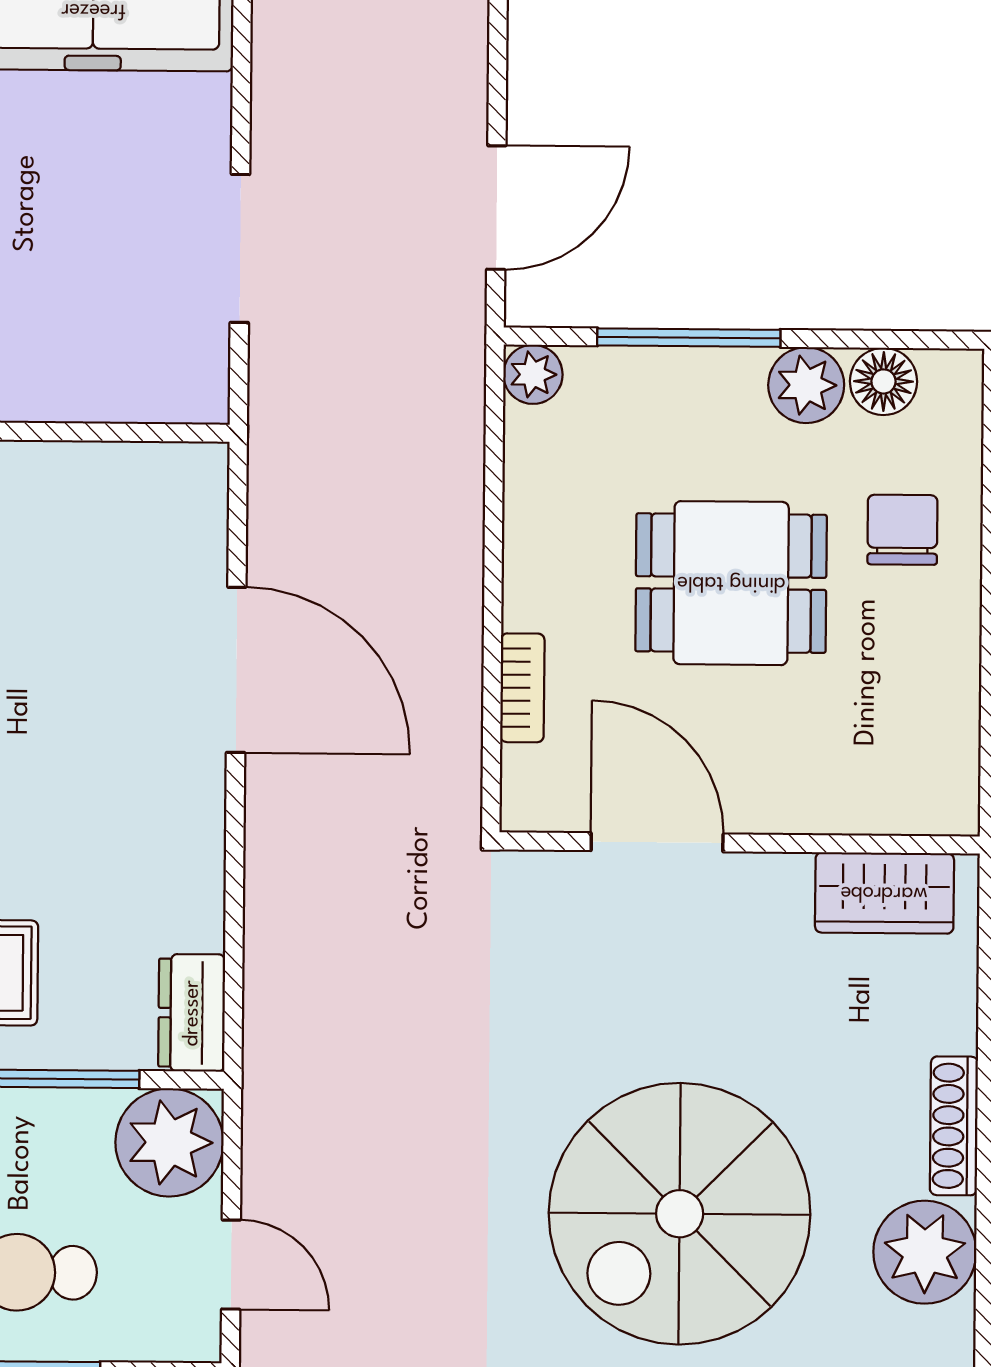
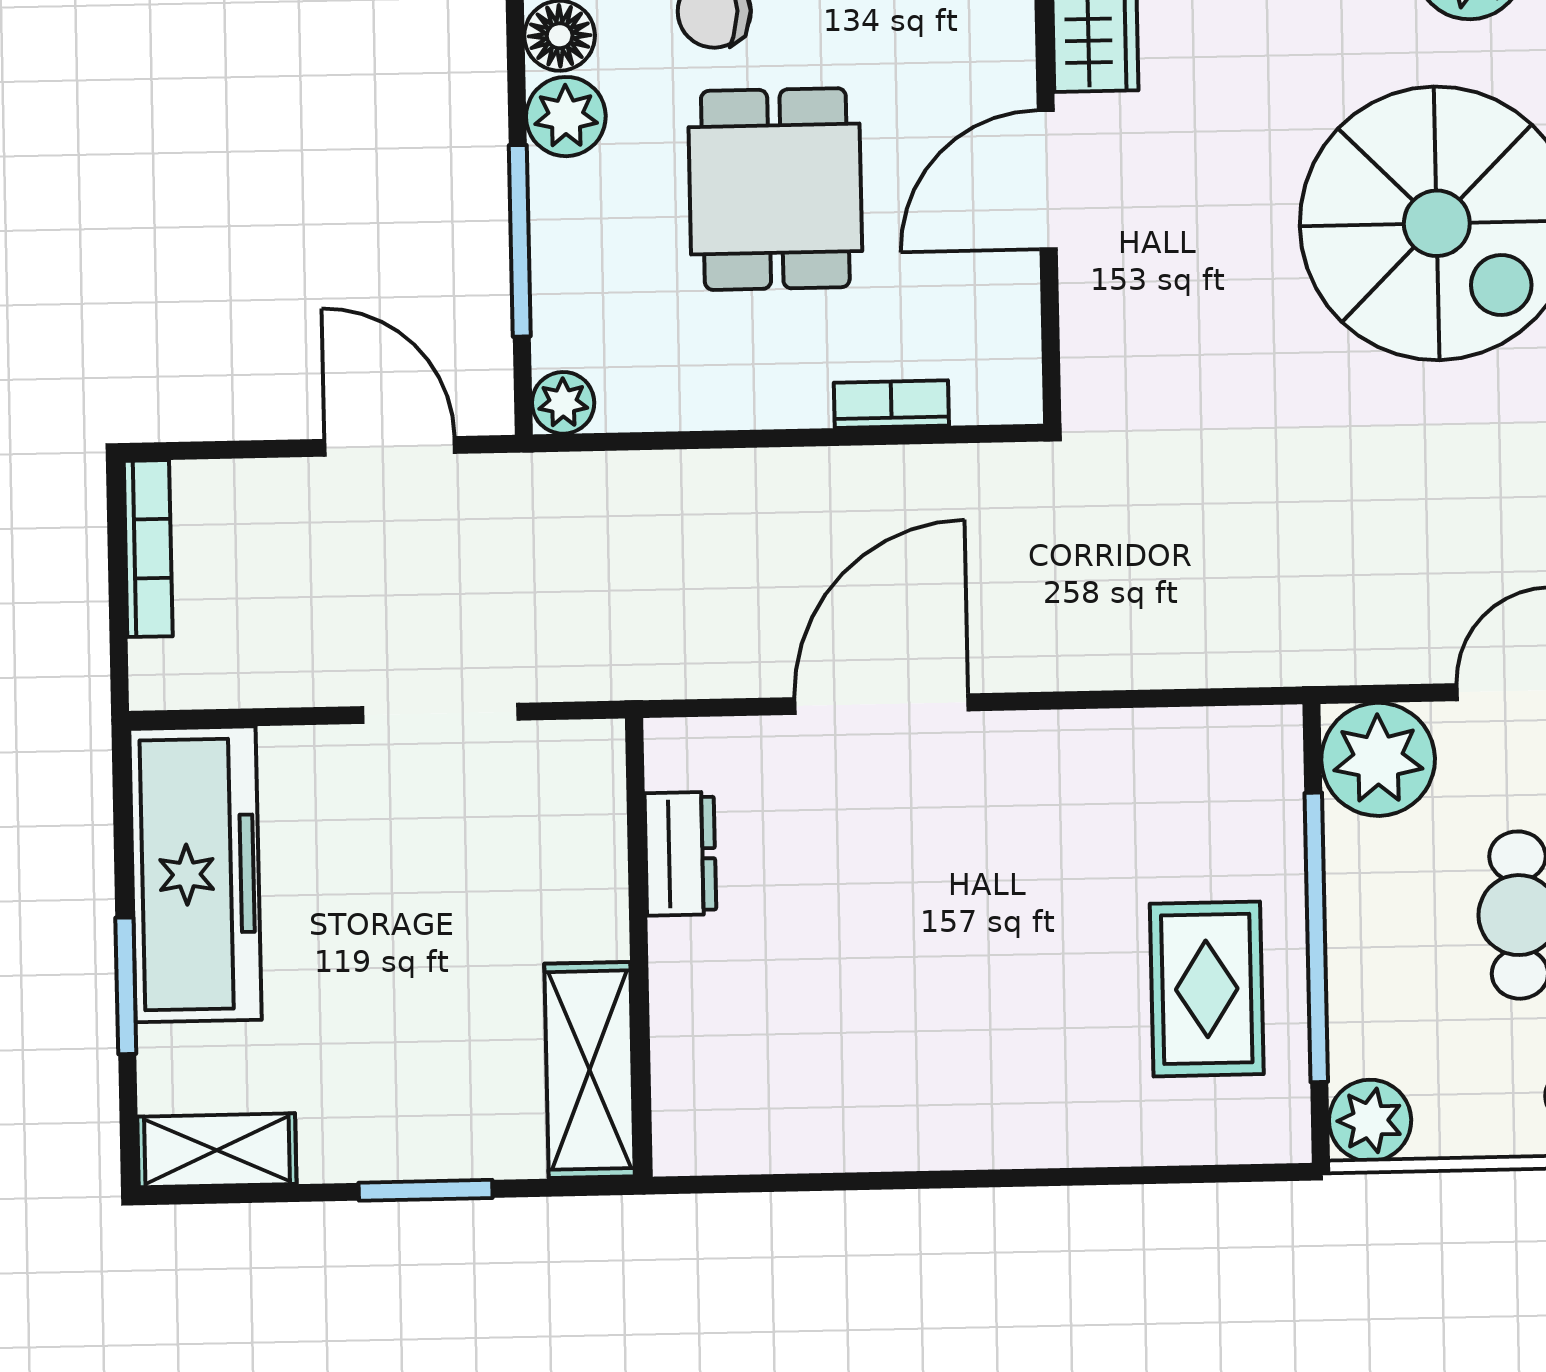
door: (657, 842) -> (1047, 180), moved
dresser: (192, 1013) -> (680, 854), moved, turned -90

